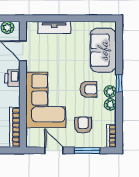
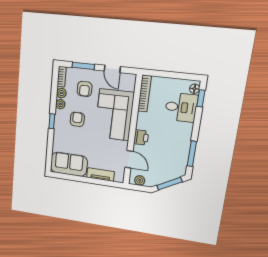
sofa: (103, 50) -> (69, 164), moved, turned -90
armchair: (89, 89) -> (77, 119), turned 90
plant: (110, 92) -> (61, 93), moved

